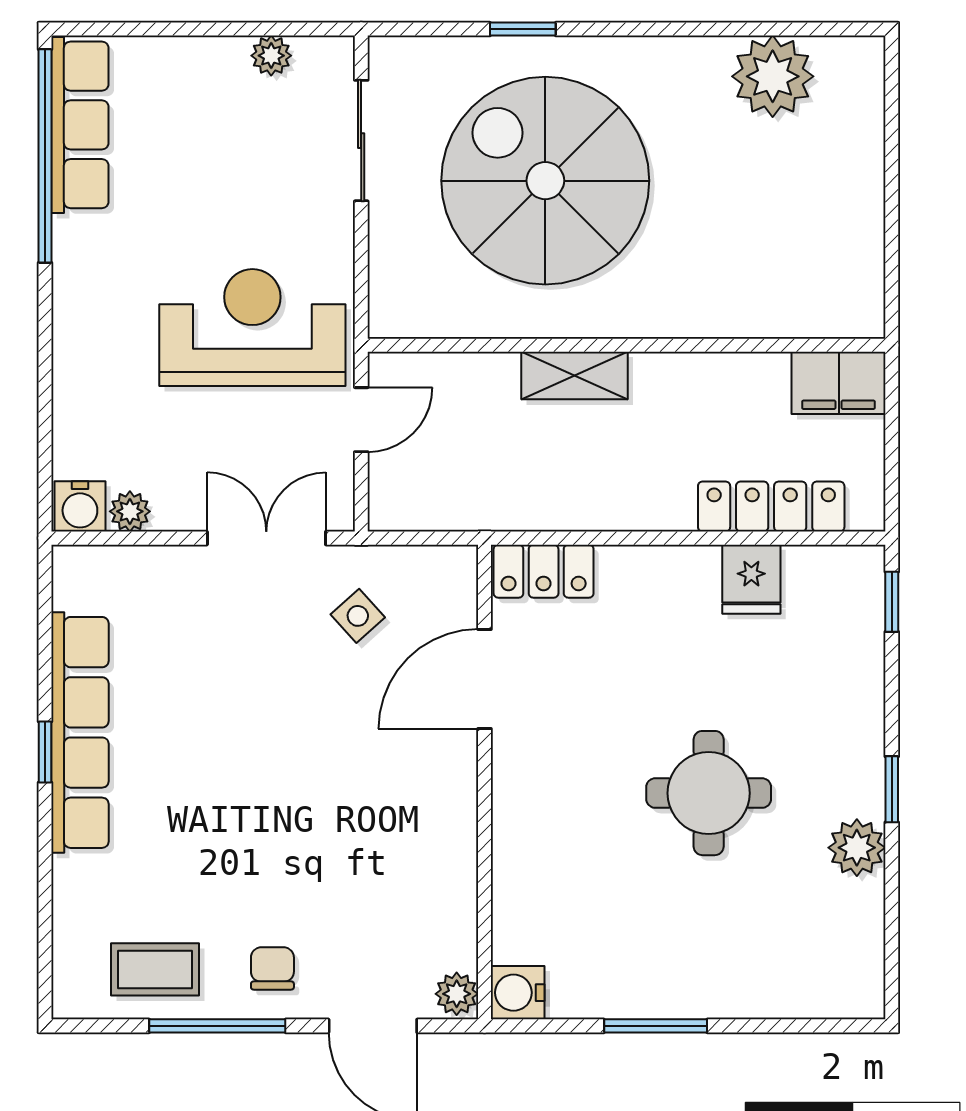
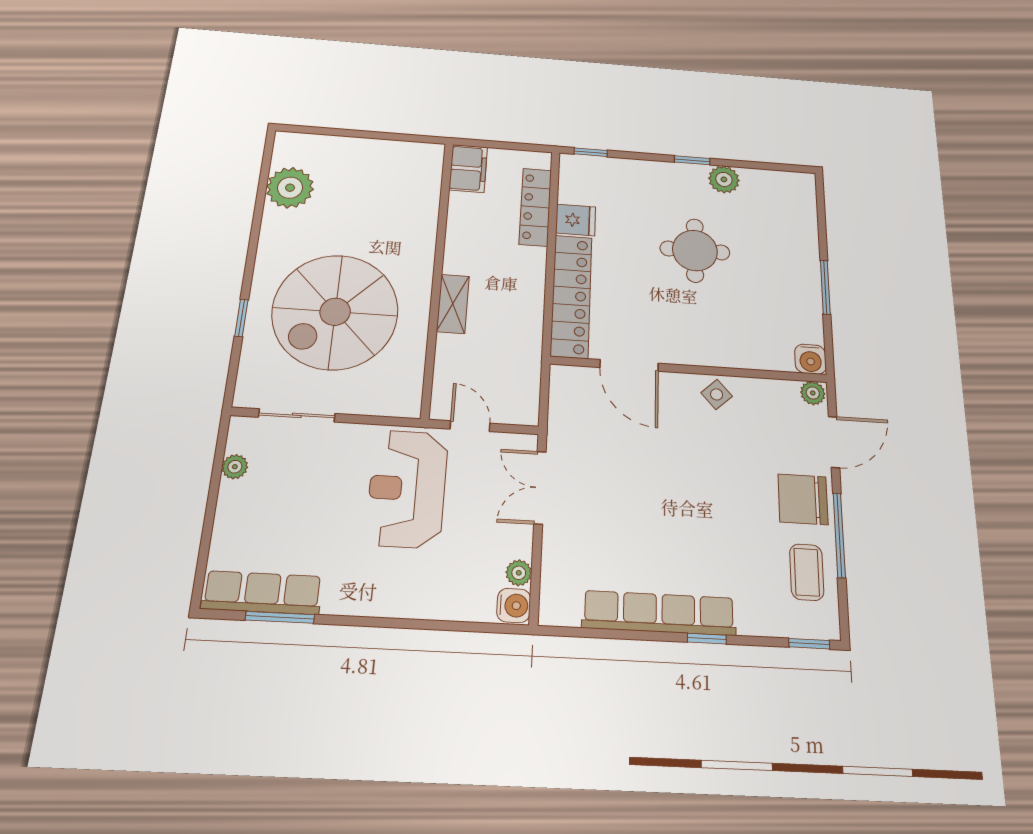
window: (45, 156) -> (280, 617), width x0.47
locker: (544, 571) -> (571, 296), width x2.16, depth x1.21
side table: (358, 616) -> (717, 394), moved
window: (45, 752) -> (707, 639), moved
window: (45, 968) -> (809, 644), added
chair: (272, 968) -> (803, 499), width x1.87, depth x1.87

